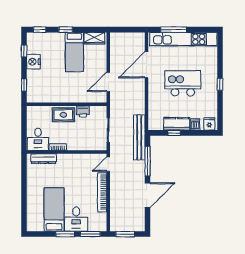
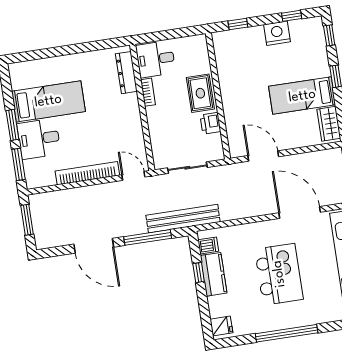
window: (220, 84) -> (287, 333), width x3.17
dishwasher: (195, 124) -> (208, 246), moved

